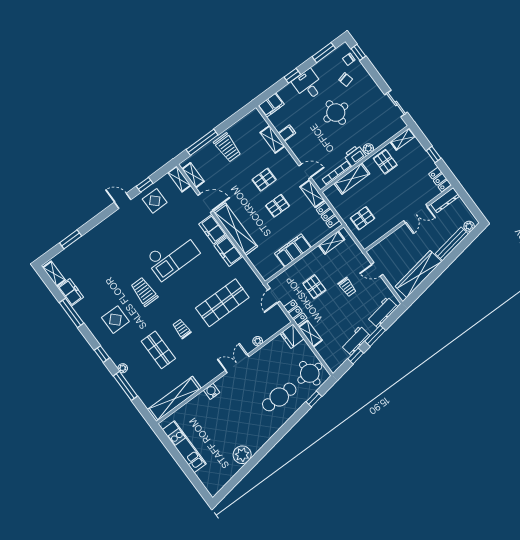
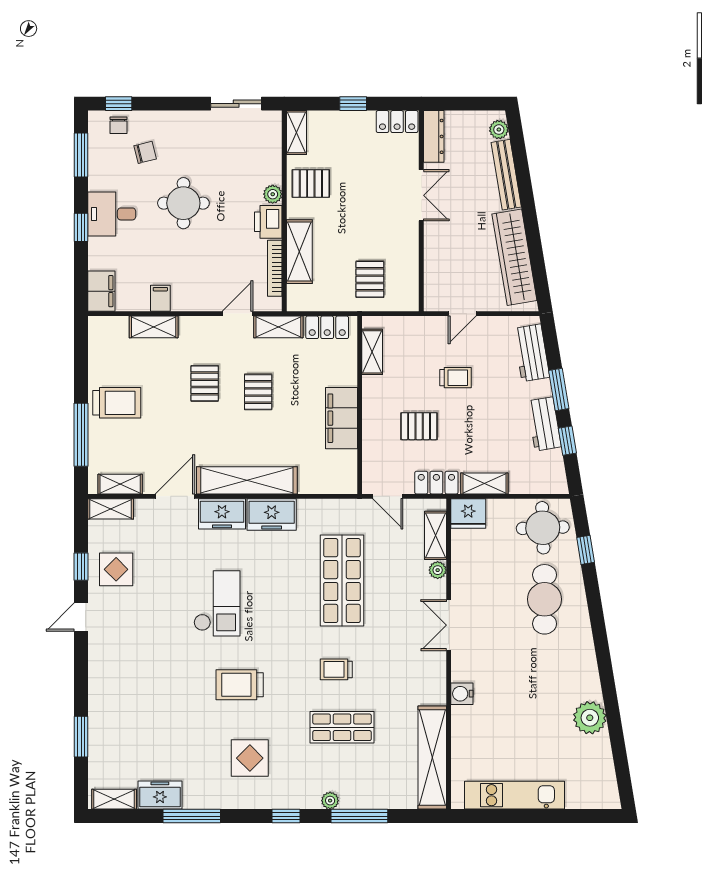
checkout: (172, 256) -> (217, 603), width x0.73, depth x0.83
shelving: (272, 329) -> (435, 535), added

